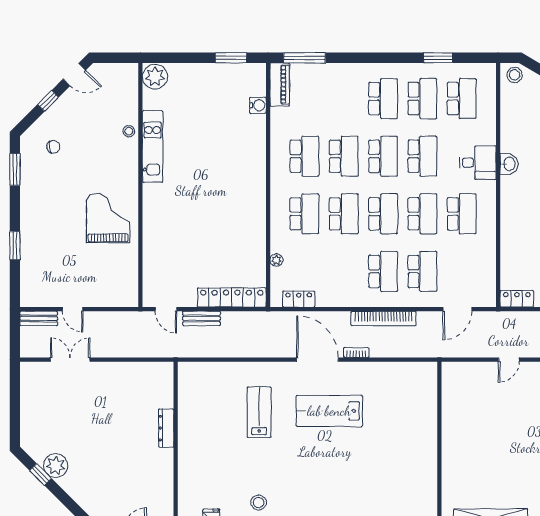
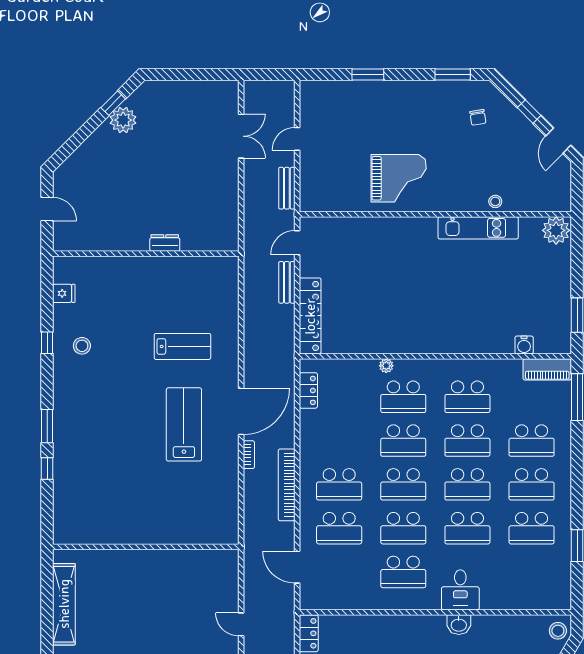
school desk: (462, 99) -> (532, 441), moved
plant: (276, 260) -> (386, 366), moved
bench: (39, 318) -> (287, 188), moved
dresser: (166, 428) -> (165, 243), width x0.70

